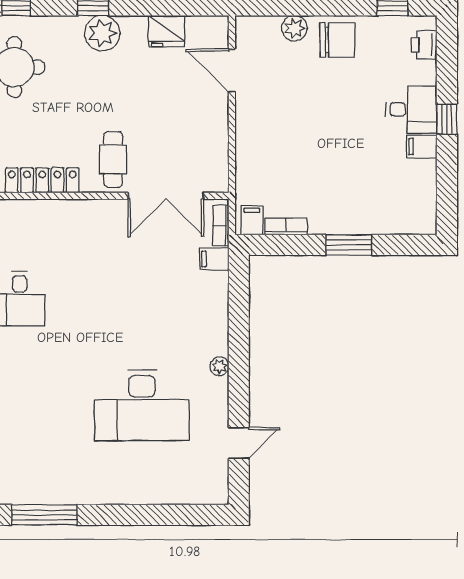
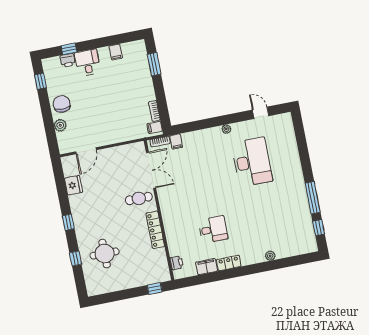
plant: (102, 33) -> (80, 215), removed
printer: (424, 45) -> (68, 60), moved
window: (447, 119) -> (69, 49), moved
filing cabinet: (422, 147) -> (116, 52), moved
window: (349, 245) -> (154, 64), moved

